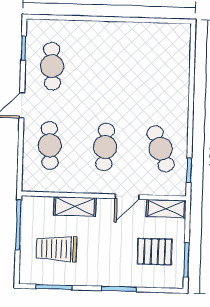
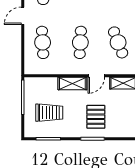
shelving: (75, 207) -> (72, 83), moved
trolley: (57, 249) -> (49, 113), turned 180
pallet: (155, 252) -> (96, 117), moved, turned 90

